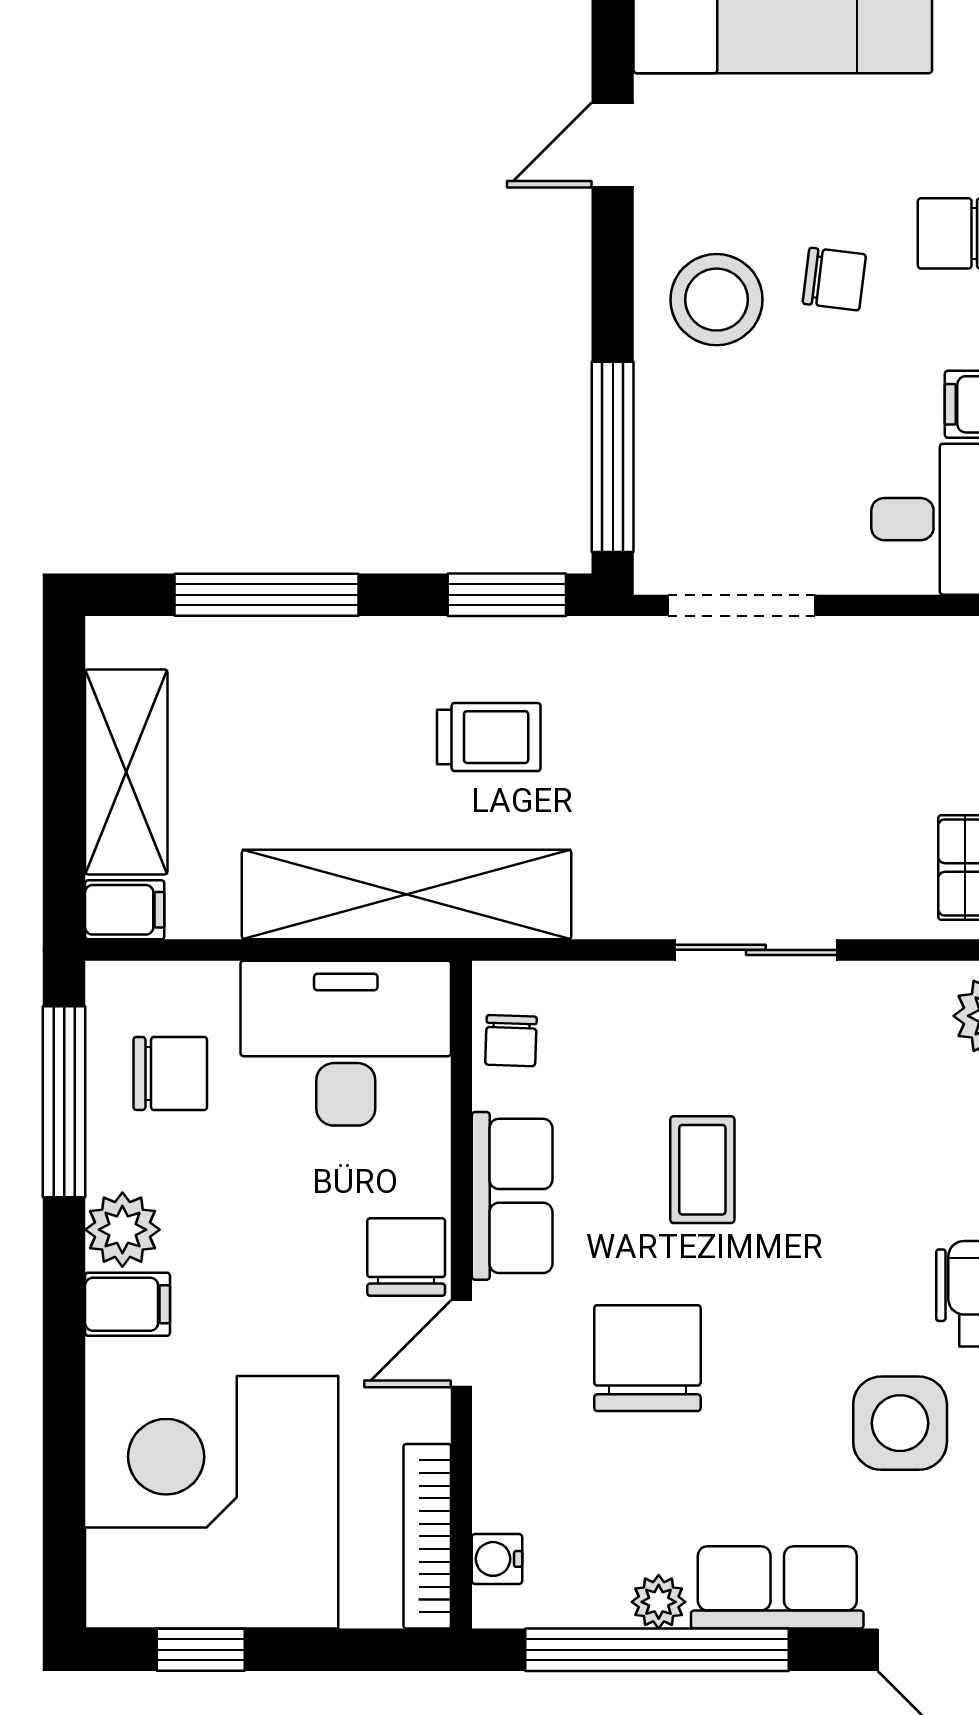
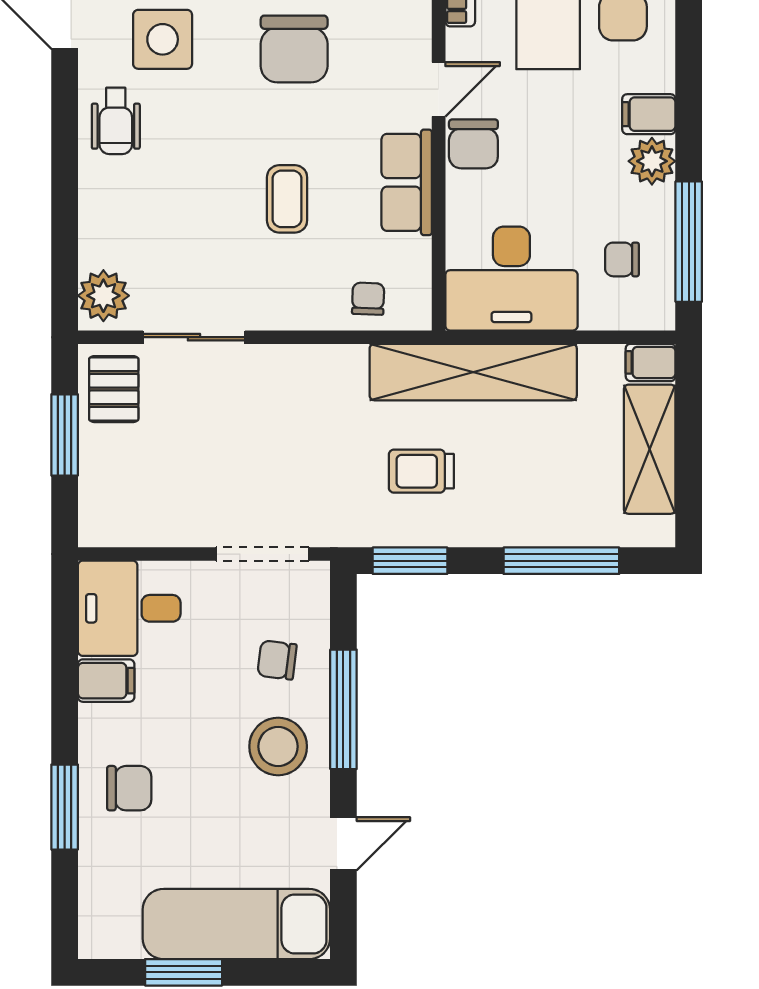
chair: (834, 279) -> (277, 660), moved
window: (613, 457) -> (343, 709), moved
sliding door: (756, 950) -> (194, 337), moved
chair: (511, 1041) -> (368, 299), moved
chair: (170, 1073) -> (622, 259), width x0.73, depth x0.73
chair: (647, 1358) -> (294, 49), moved

